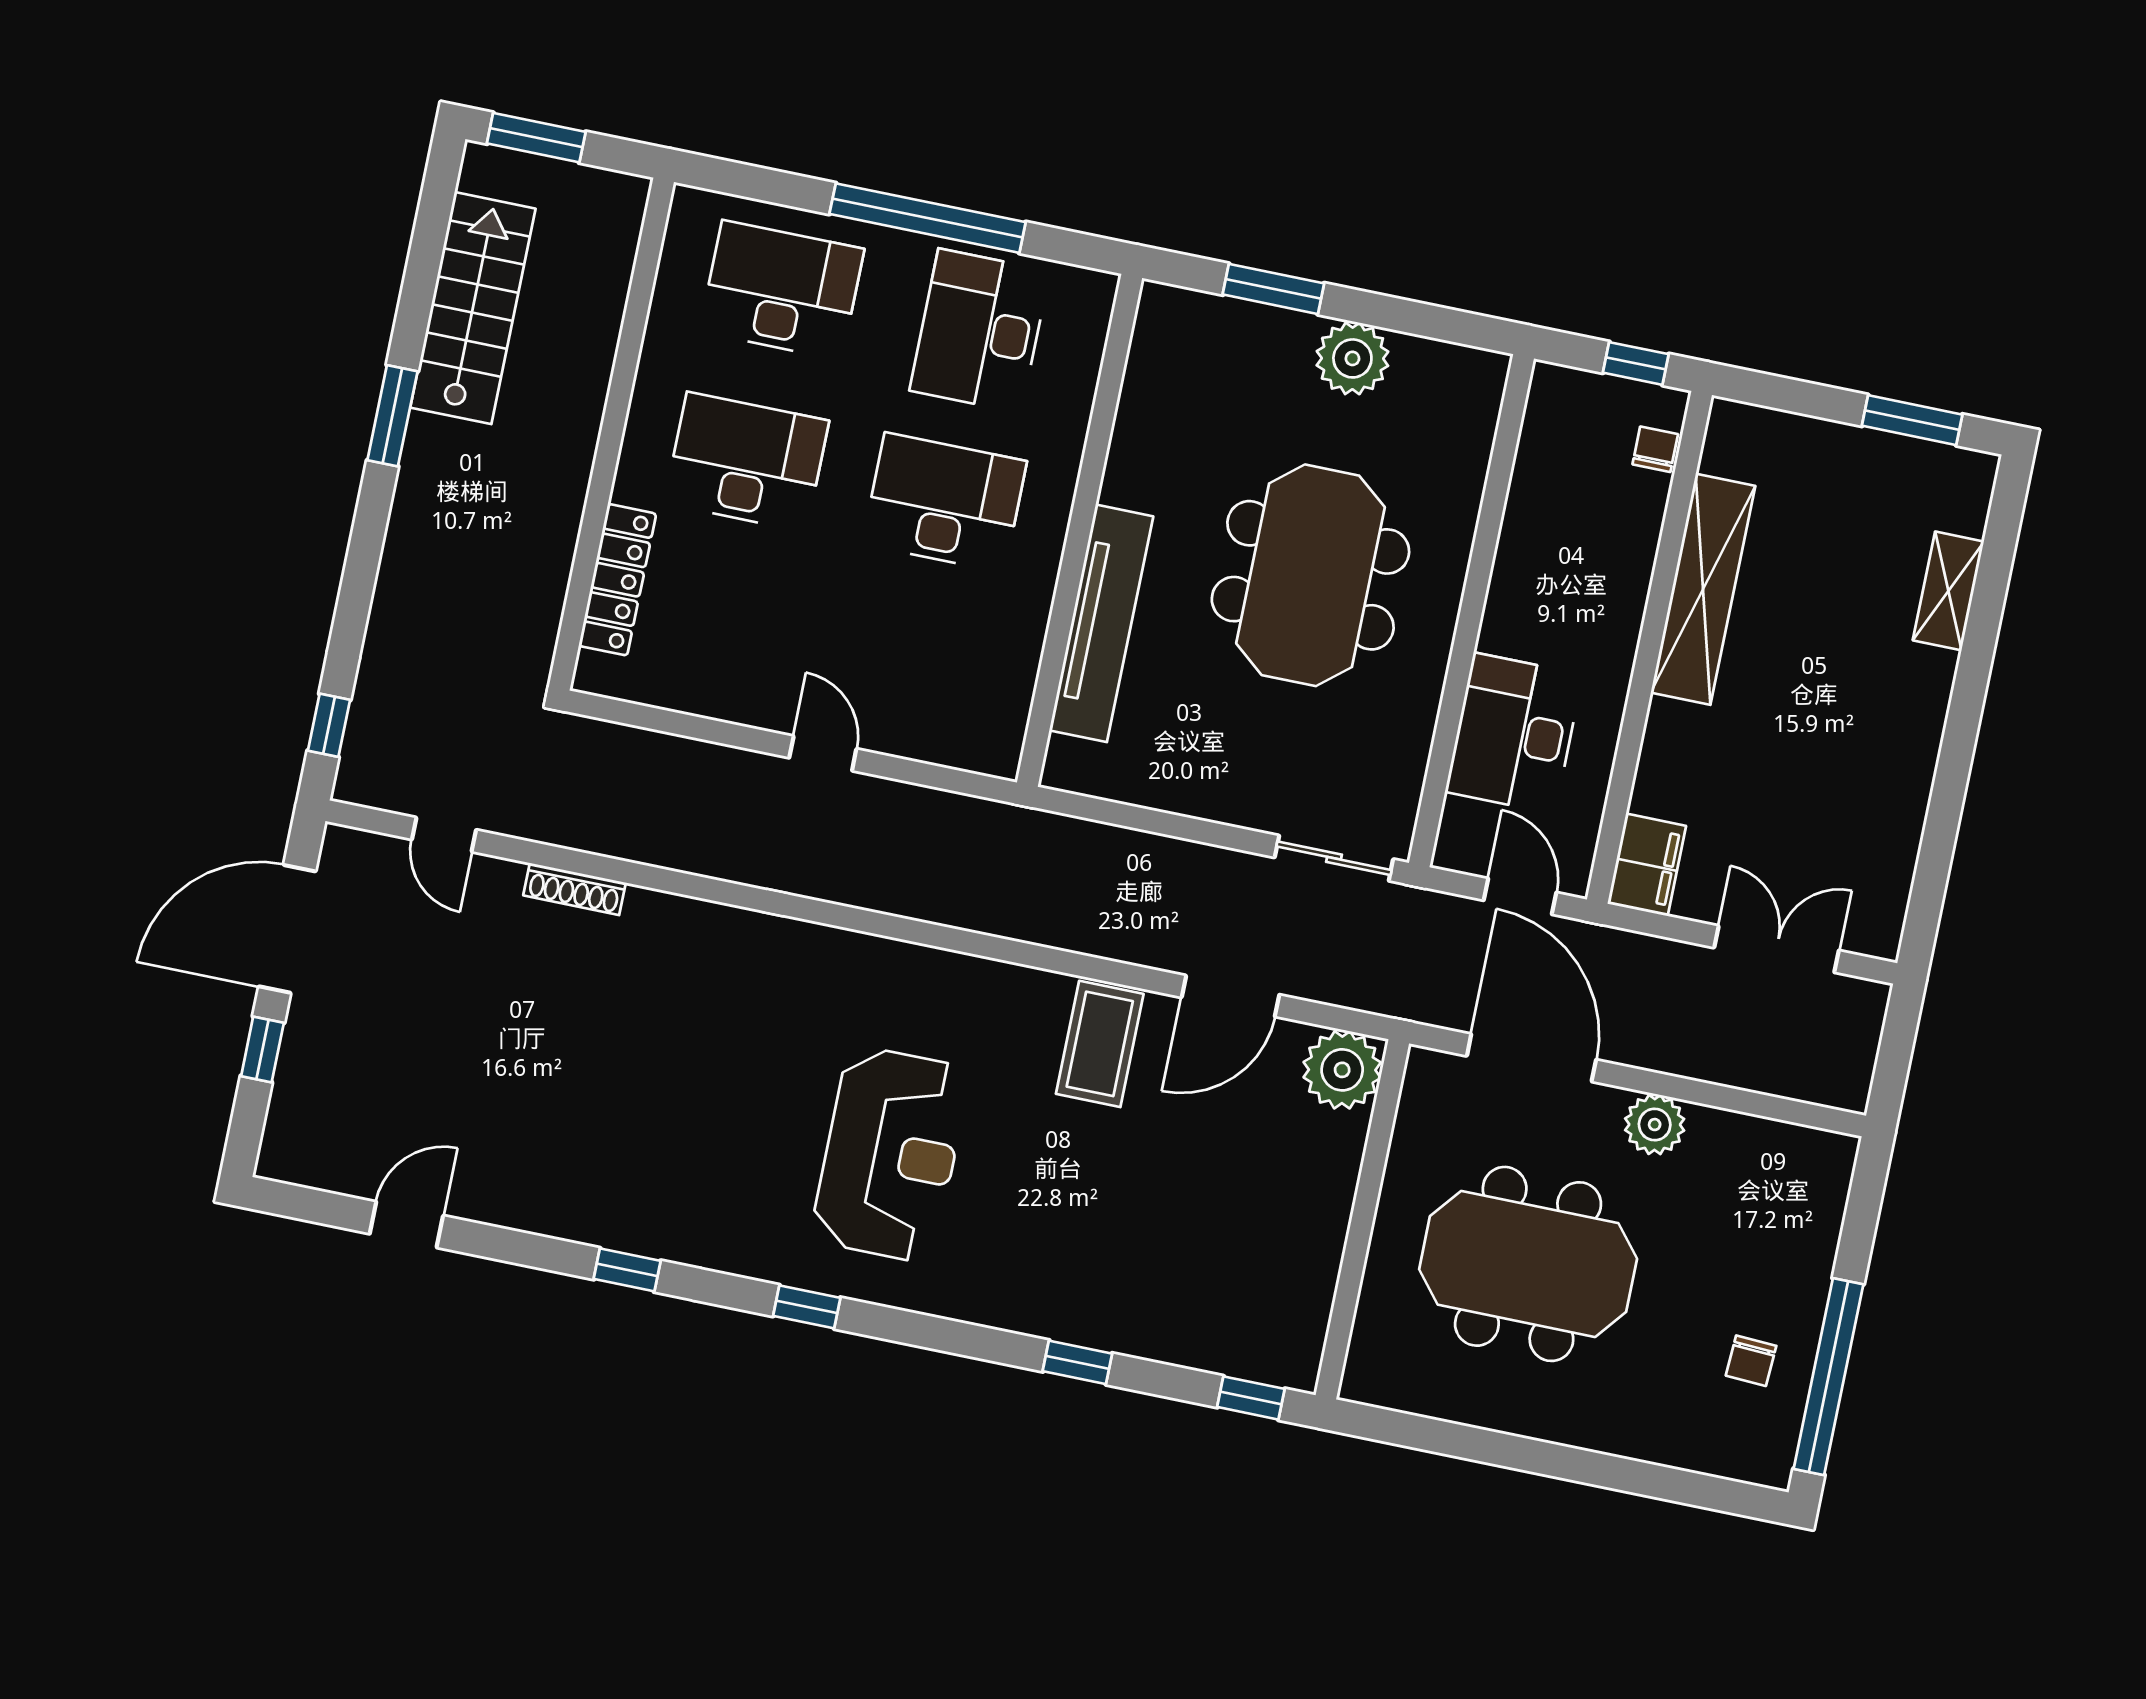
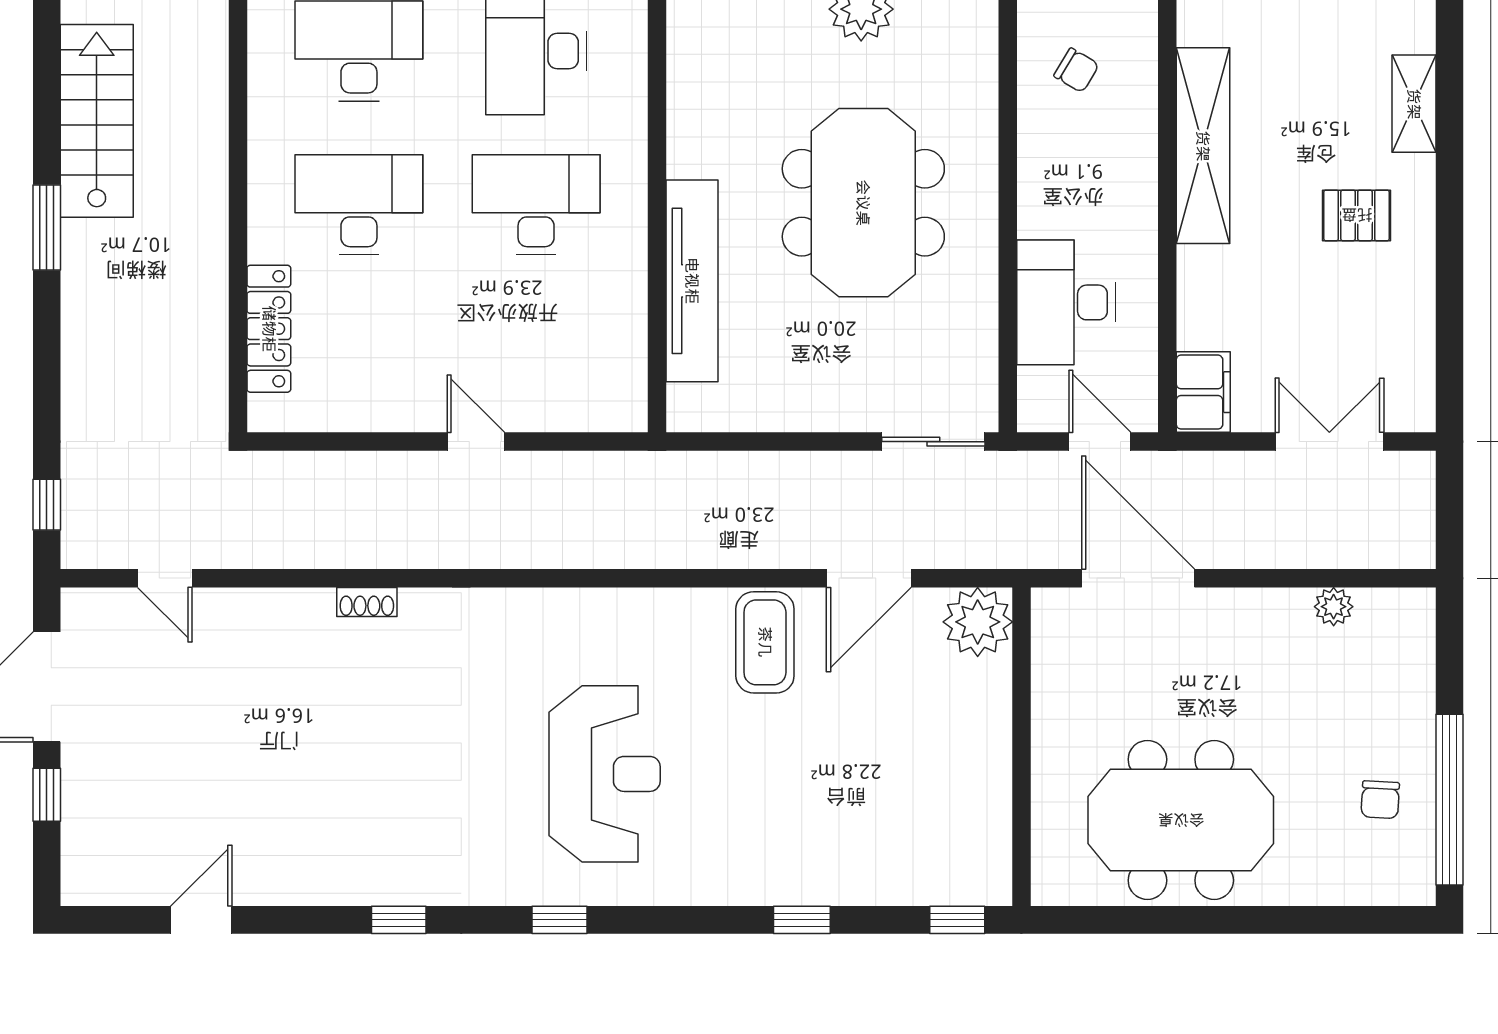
chair: (1655, 449) -> (1076, 70), moved, turned 121
pallet: (1859, 703) -> (1357, 215), added
shoe rack: (575, 889) -> (367, 602), moved, width x0.70
plant: (1655, 1125) -> (1334, 607), moved, width x0.73, depth x0.73
meeting table: (1528, 1264) -> (1181, 820), moved

